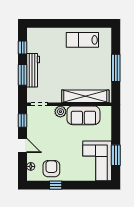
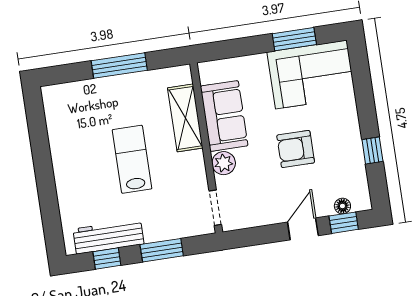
lab bench: (82, 40) -> (132, 159), moved, turned 180
workbench: (33, 70) -> (108, 237), moved
shelving: (85, 96) -> (185, 118), width x0.68
window: (23, 120) -> (344, 223), moved
armchair: (51, 169) -> (296, 149), moved

